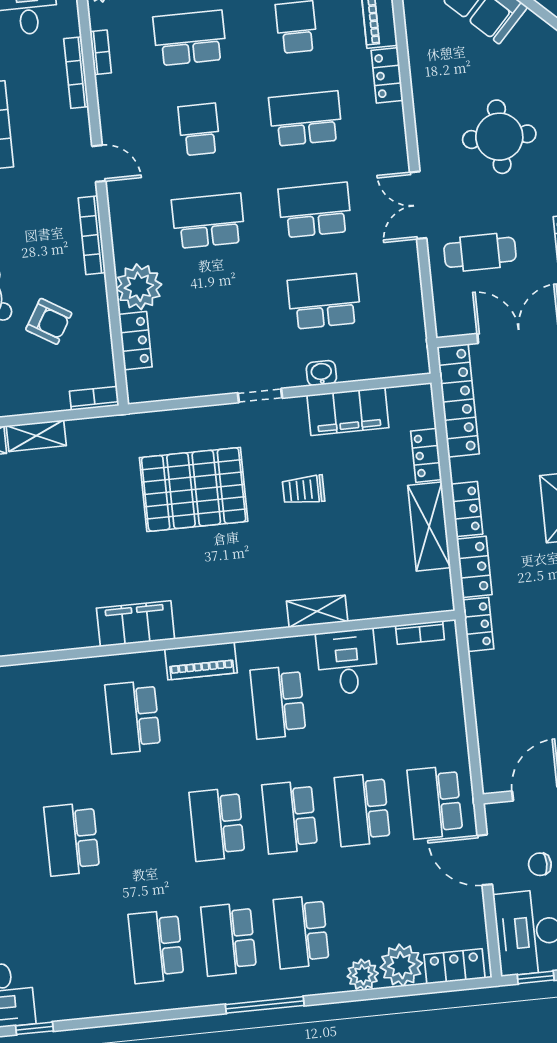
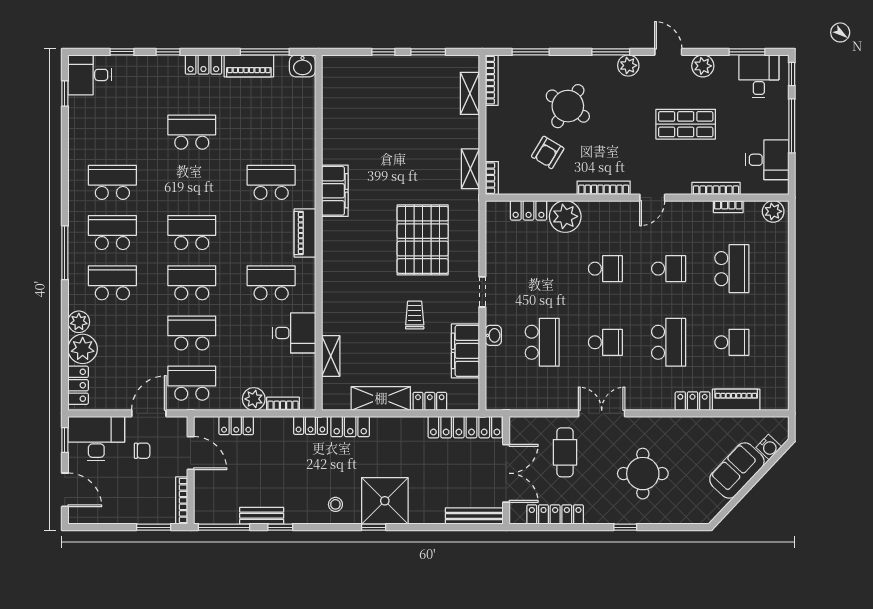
school desk: (315, 210) -> (605, 342), width x0.54
school desk: (208, 221) -> (605, 269), width x0.54
shelving: (36, 436) -> (470, 169), moved
locker: (467, 509) -> (236, 425), moved
shelving: (317, 611) -> (331, 356), moved
bookcase: (420, 632) -> (283, 404), moved, turned 90
plant: (449, 710) -> (254, 399), added
chair: (540, 864) -> (142, 451), turned 90

